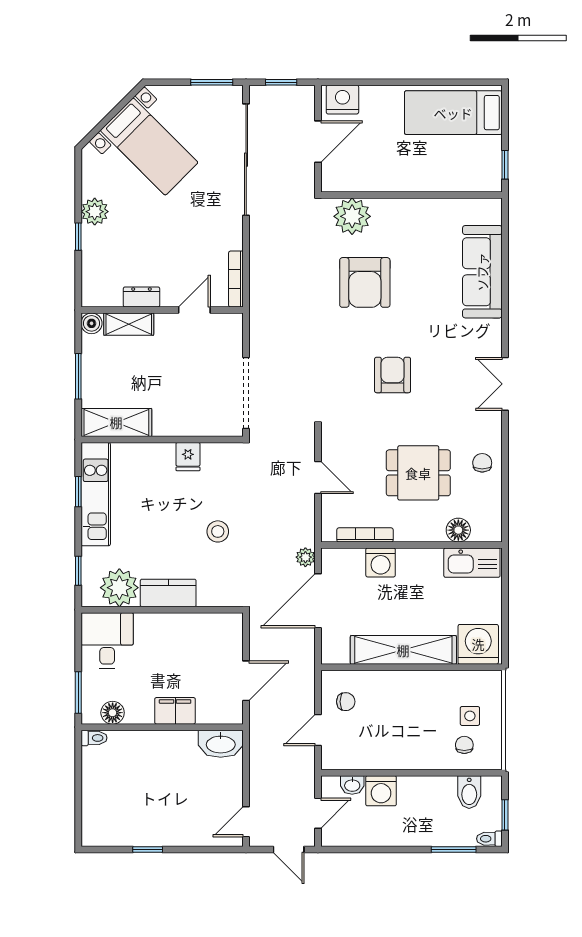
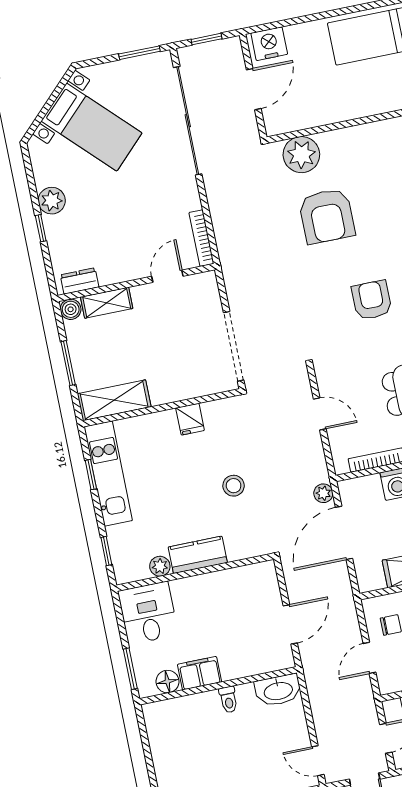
dresser: (141, 297) -> (80, 281), moved
plant: (119, 588) -> (160, 566), width x0.53, depth x0.53
filing cabinet: (175, 711) -> (200, 673), moved
toilet: (94, 738) -> (228, 700), moved, turned 90
door: (246, 822) -> (318, 761), hinge flipped

